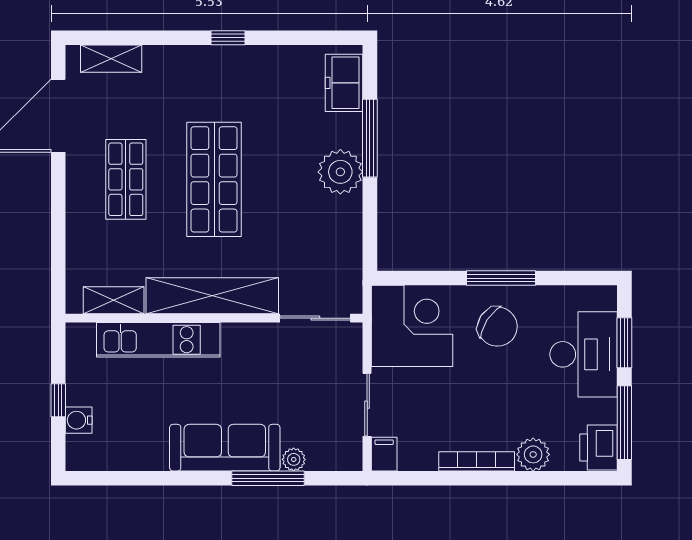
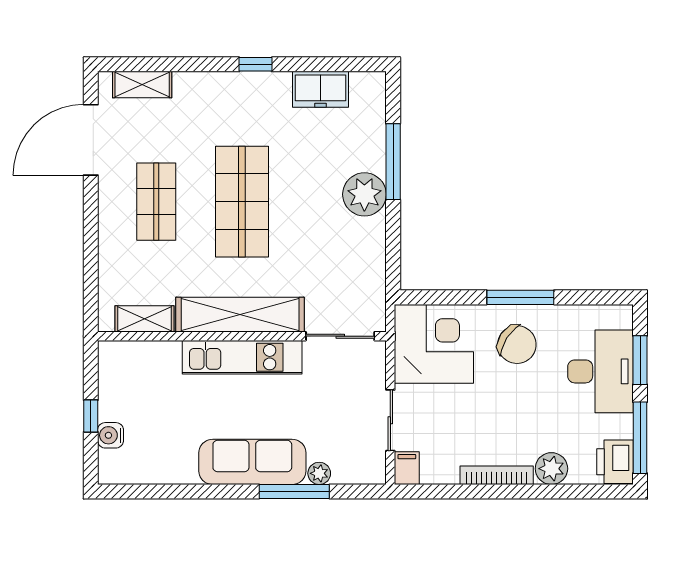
freezer: (344, 83) -> (321, 89), moved, turned -90
kitchen unit: (158, 340) -> (242, 357), moved

